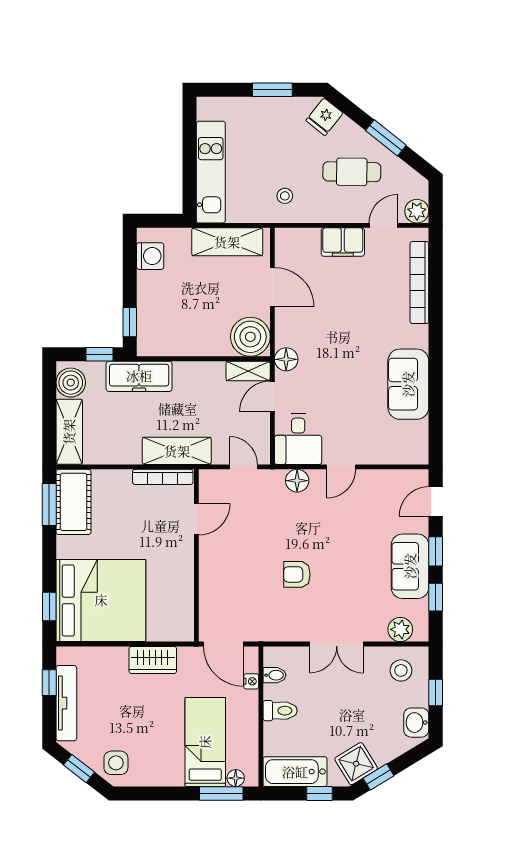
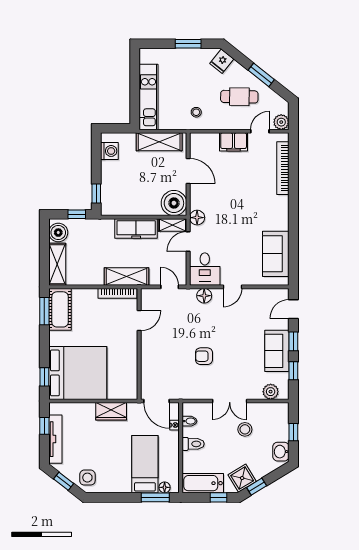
freezer: (139, 376) -> (136, 228), moved
sofa: (408, 384) -> (276, 254), moved
stool: (401, 670) -> (245, 429), moved

